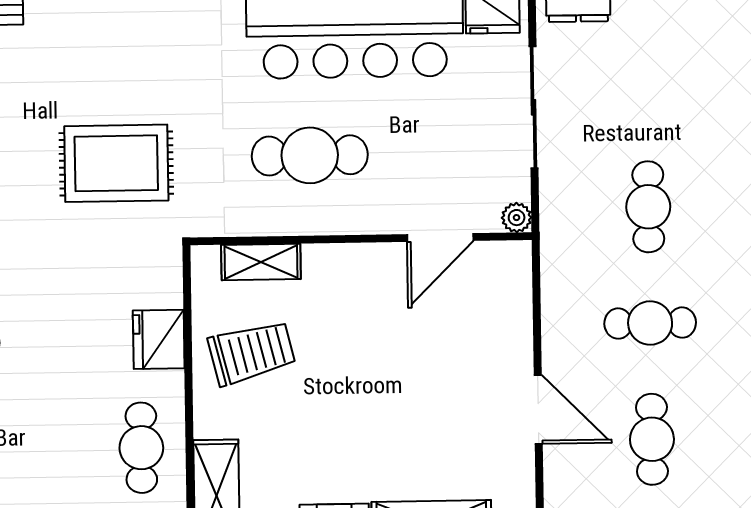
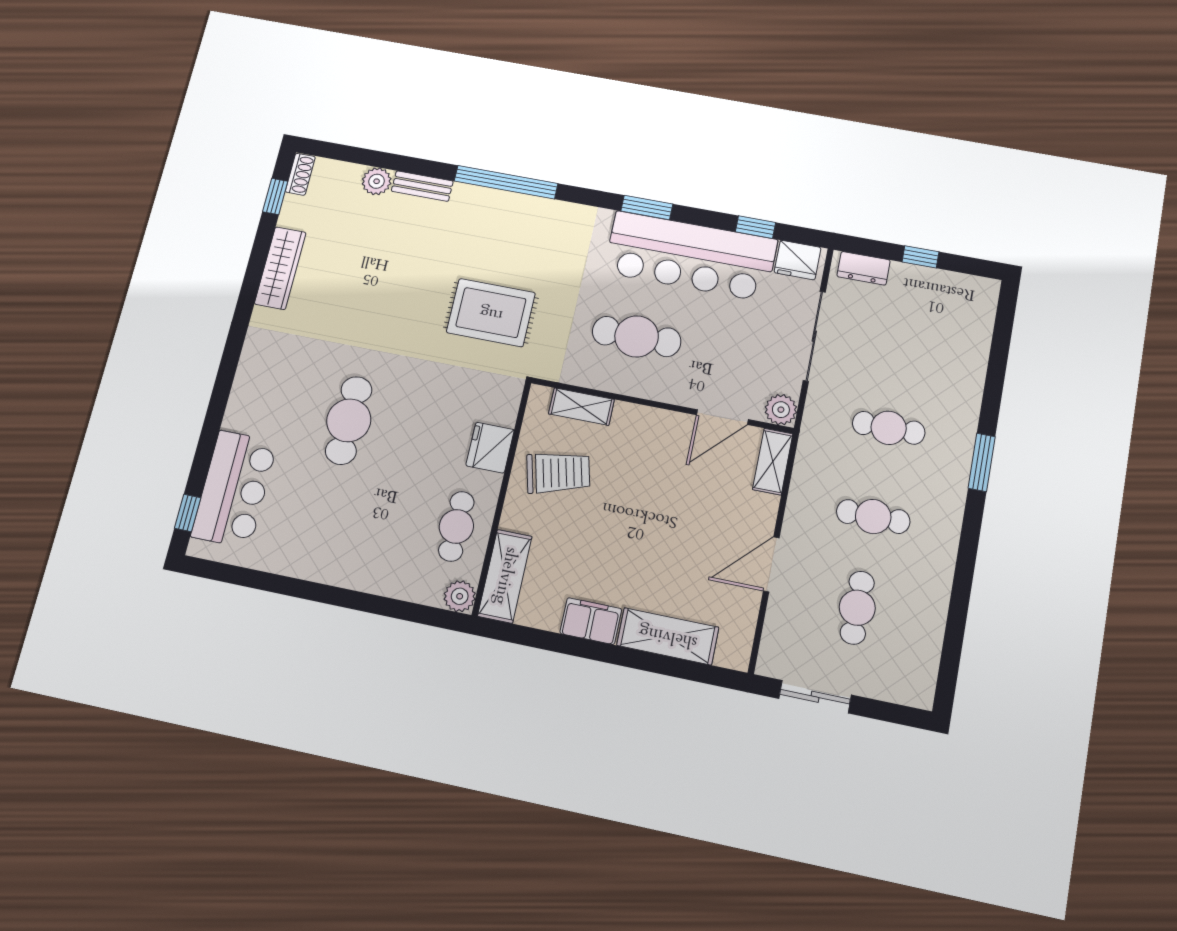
cafe table: (648, 207) -> (889, 428), turned 90
plant: (517, 218) -> (781, 410), width x1.38, depth x1.38
shelving: (514, 281) -> (773, 462), added
door: (538, 409) -> (771, 564), swing flipped

